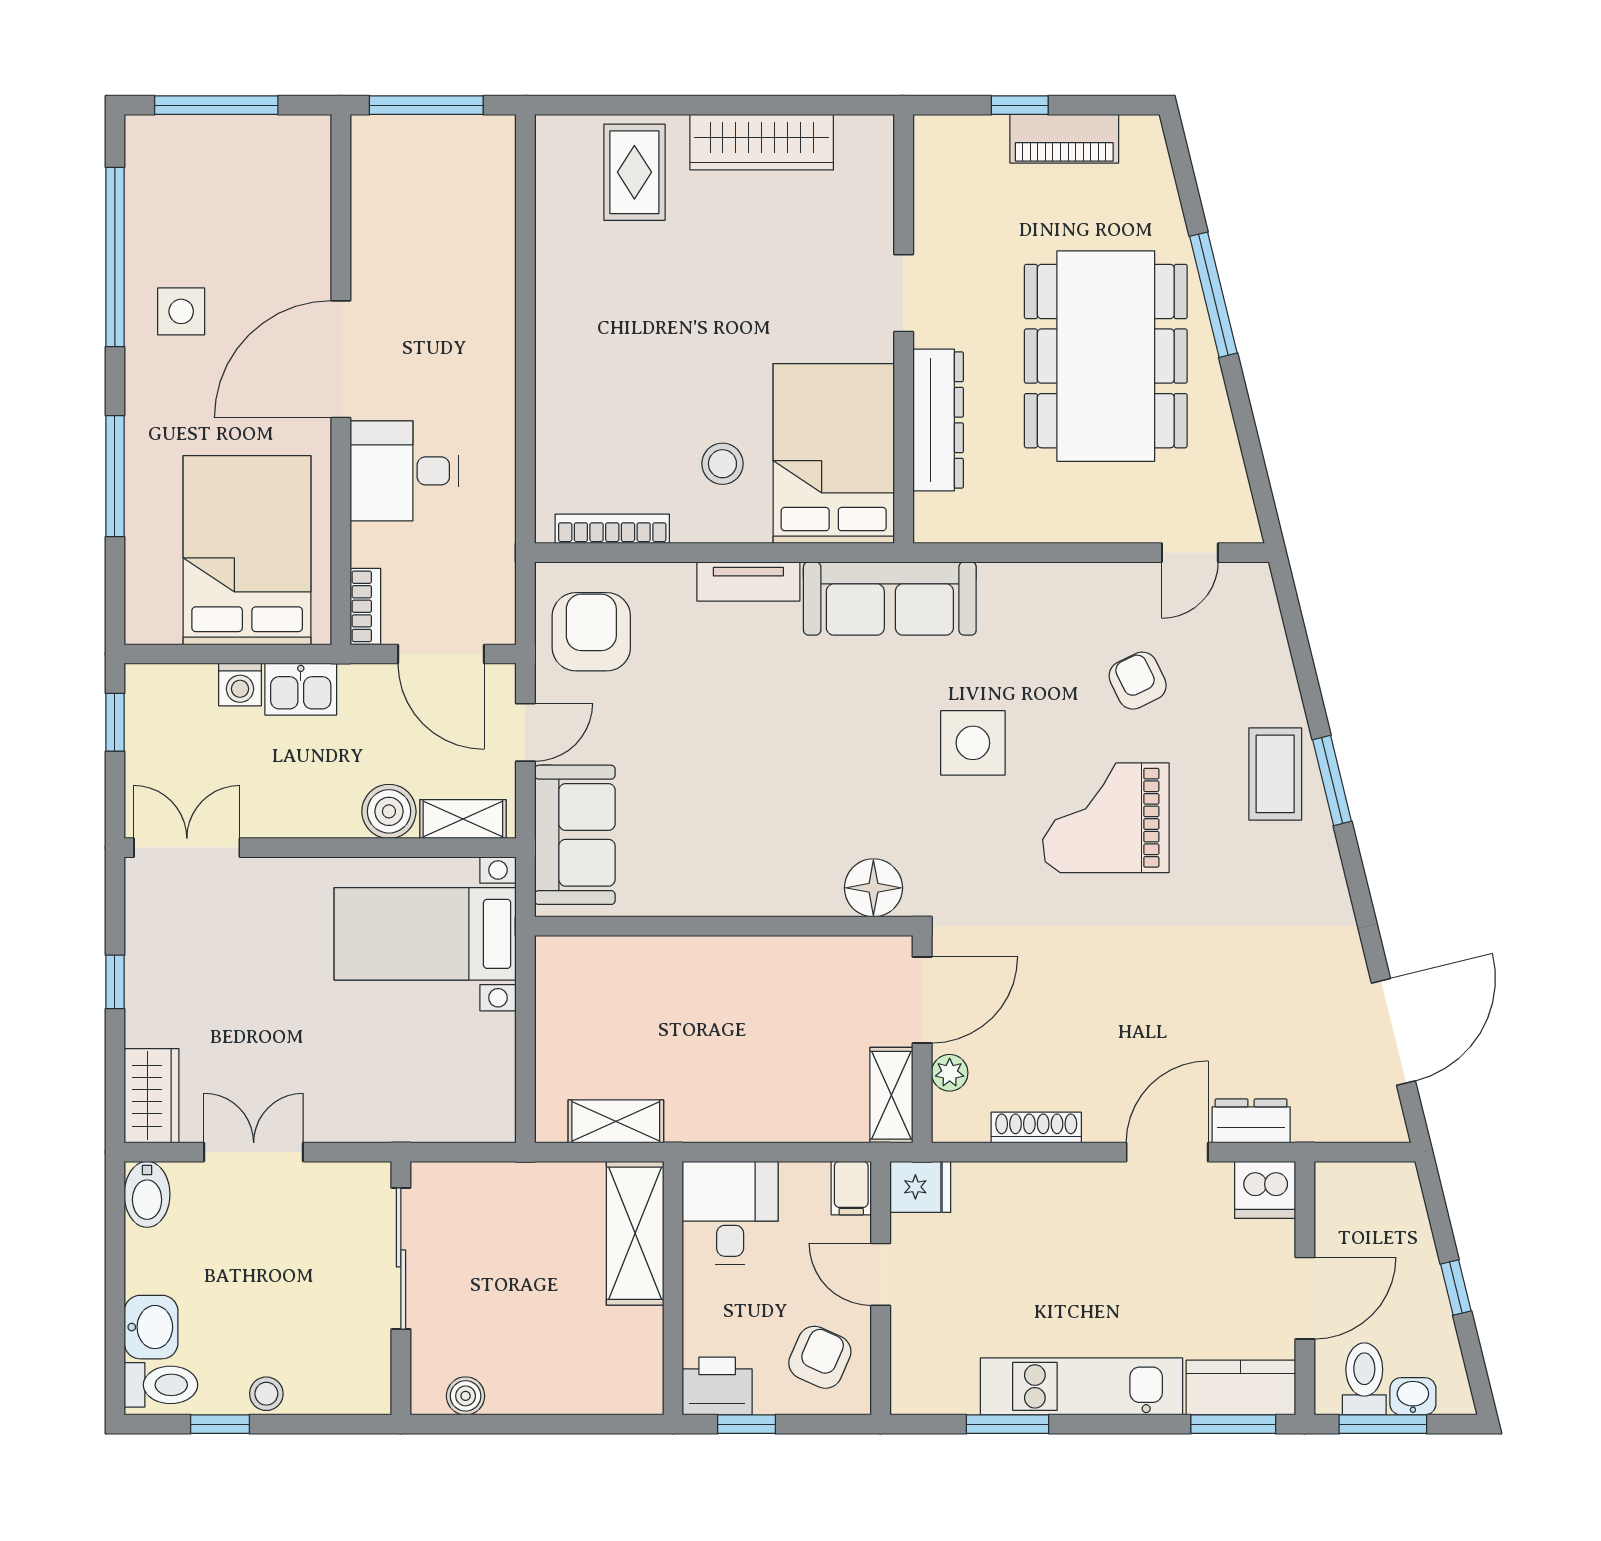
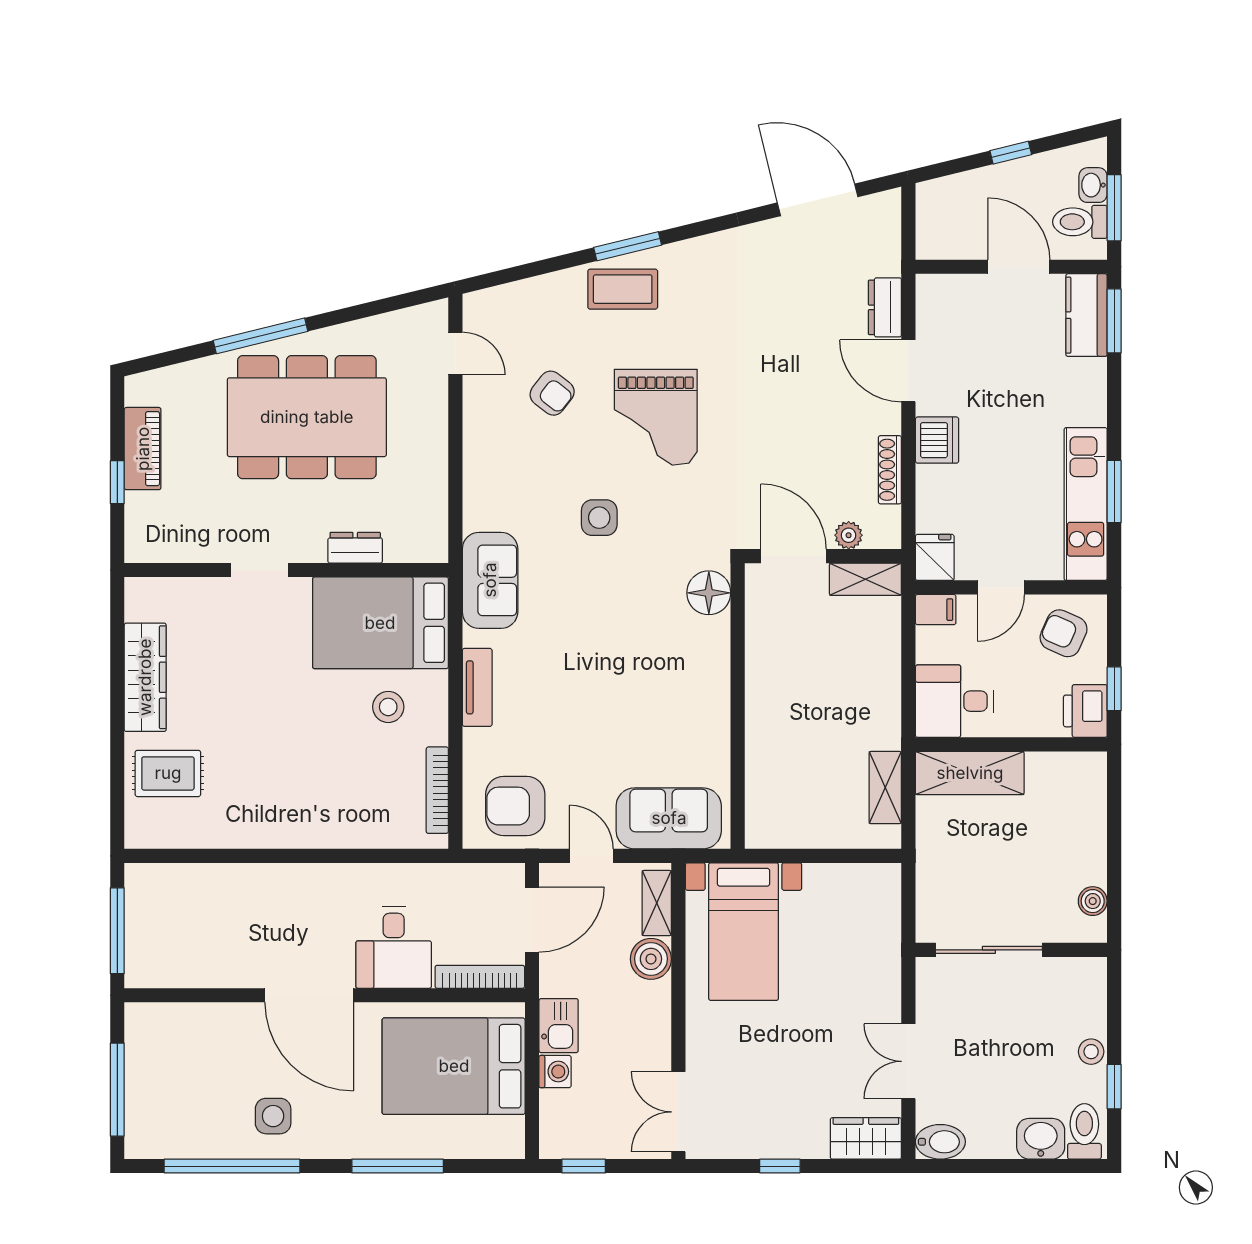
dresser: (938, 420) -> (355, 548), width x0.51, depth x0.80
sofa: (890, 598) -> (490, 580), width x0.73
bookcase: (365, 606) -> (480, 977), width x1.56
armchair: (1138, 681) -> (552, 393), turned -116
side table: (973, 743) -> (599, 518), width x0.73, depth x0.73
dishwasher: (1265, 1190) -> (937, 440), moved
kitchen unit: (1081, 1386) -> (1086, 504), moved

